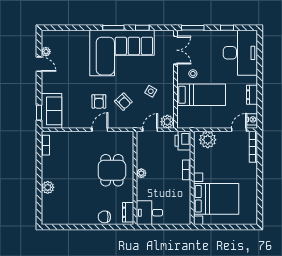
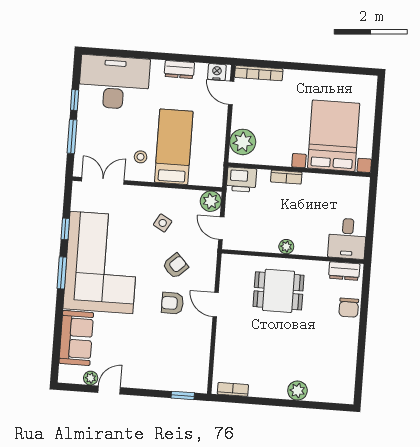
window: (193, 28) -> (72, 136), moved
armchair: (99, 101) -> (172, 303), turned 180
sofa: (51, 111) -> (76, 338), moved, turned 90

